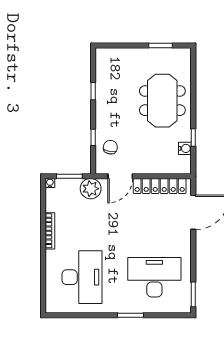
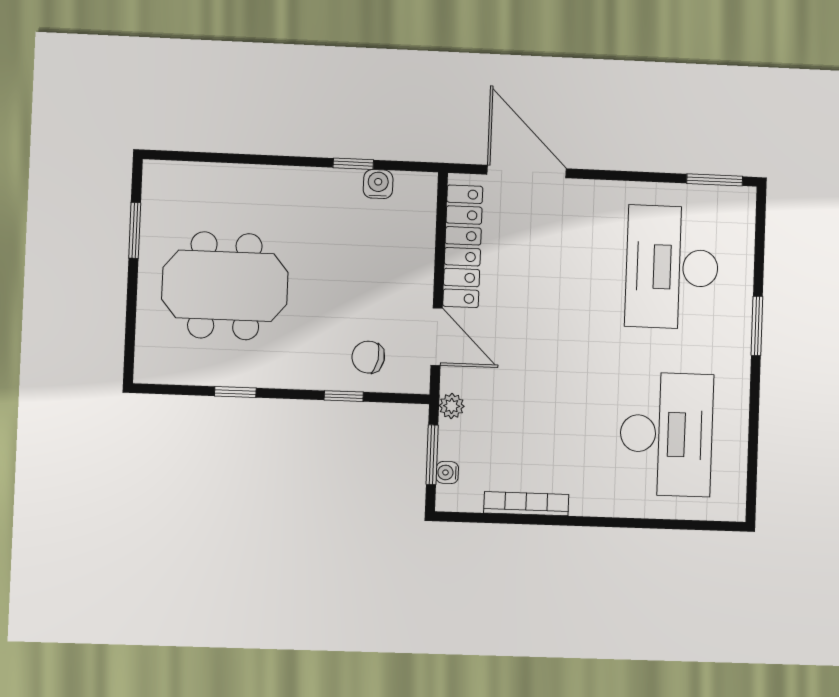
meeting table: (162, 101) -> (225, 286), moved
water cooler: (50, 183) -> (447, 473), moved
plant: (91, 189) -> (452, 406), width x0.53, depth x0.53
bookcase: (50, 231) -> (526, 504), moved
desk: (82, 277) -> (666, 434), turned 90

